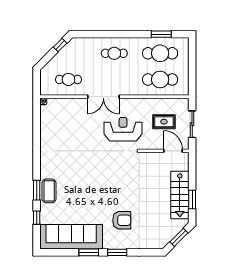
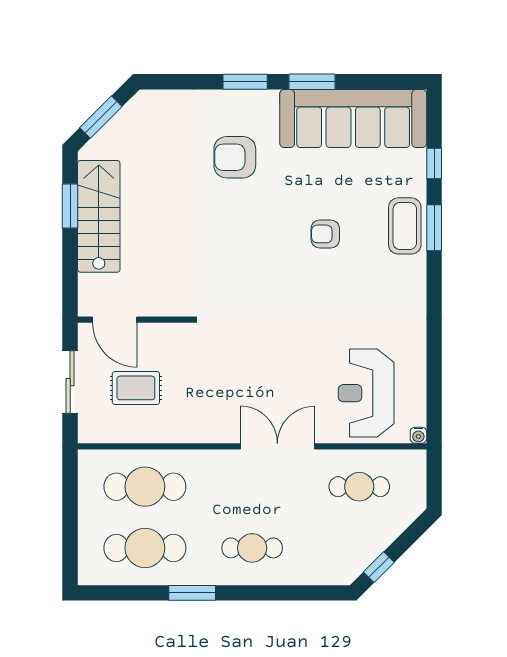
window: (161, 34) -> (192, 593), moved
reception desk: (123, 129) -> (366, 393), moved, turned 90
armchair: (83, 187) -> (325, 234), added

